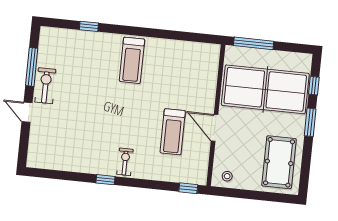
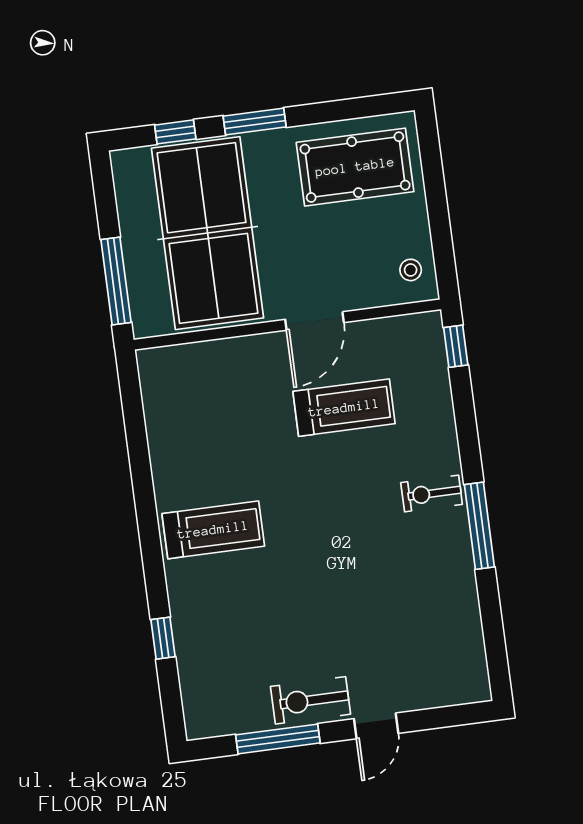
window: (105, 180) -> (479, 526), width x2.17

